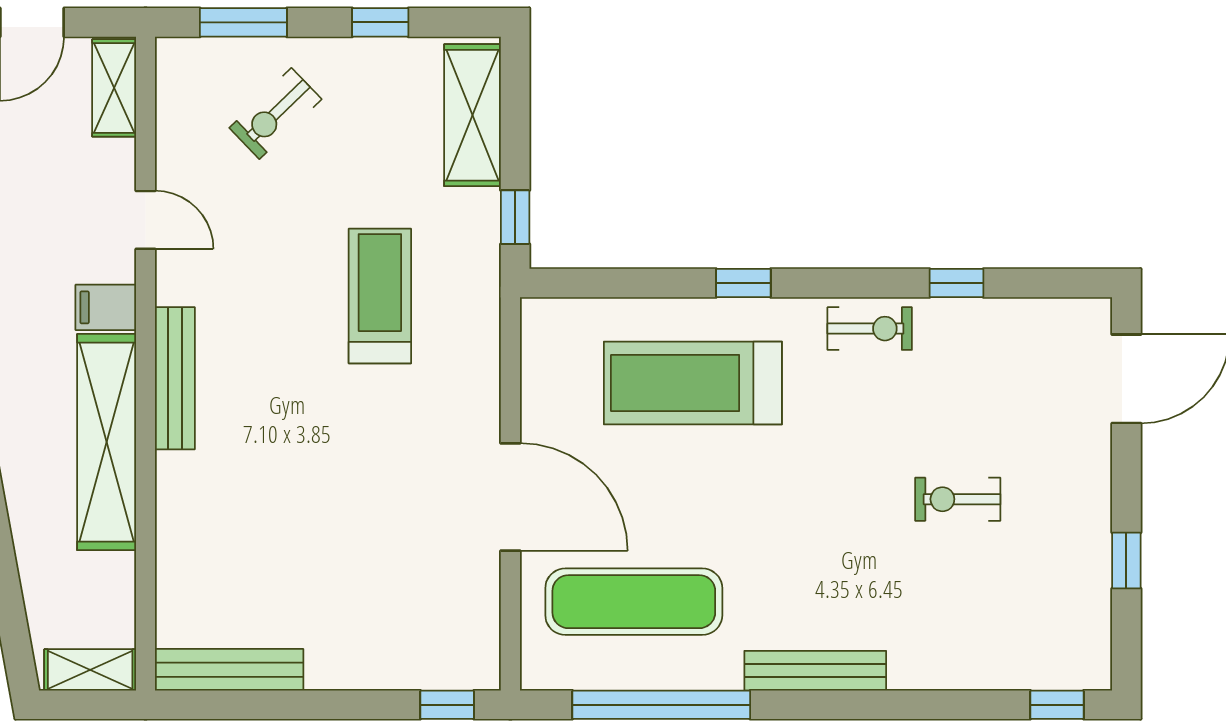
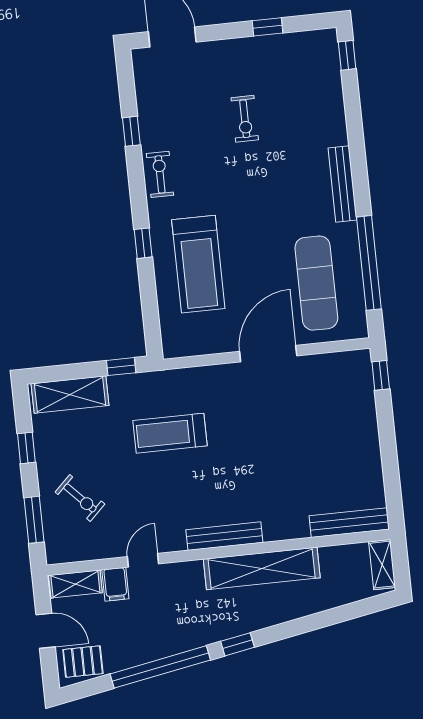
filing cabinet: (106, 307) -> (115, 584), moved
bench: (229, 670) -> (349, 523), moved, turned 90

